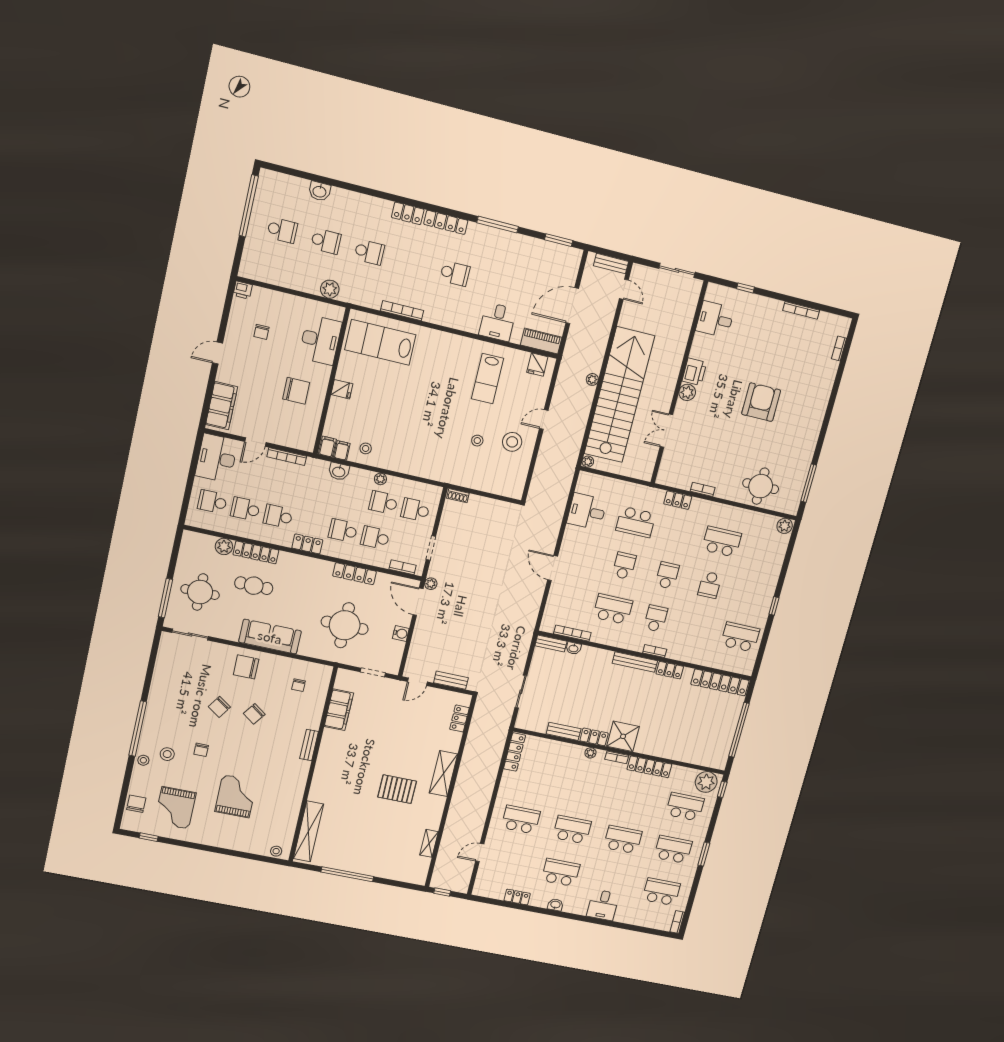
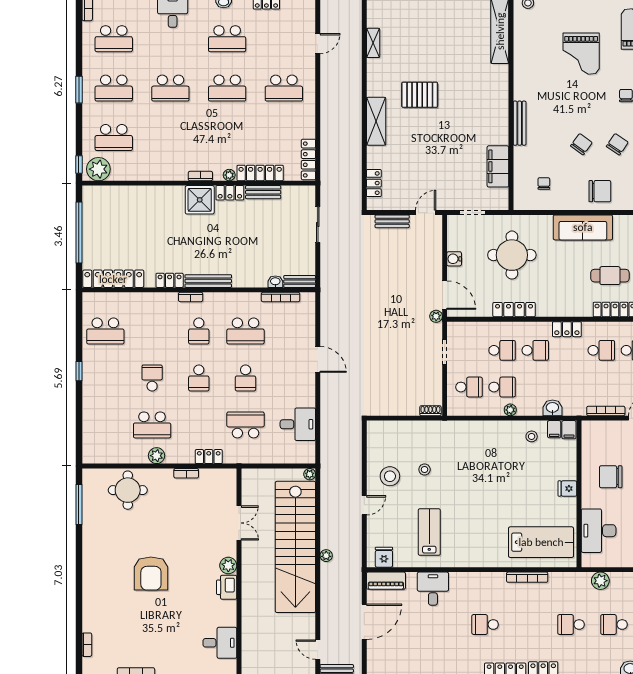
plant: (785, 526) -> (157, 456), moved
bookcase: (403, 567) -> (468, 327), removed
bench: (309, 745) -> (520, 123), width x1.36
locker: (649, 767) -> (260, 173), moved

